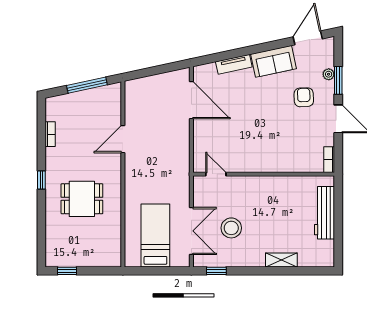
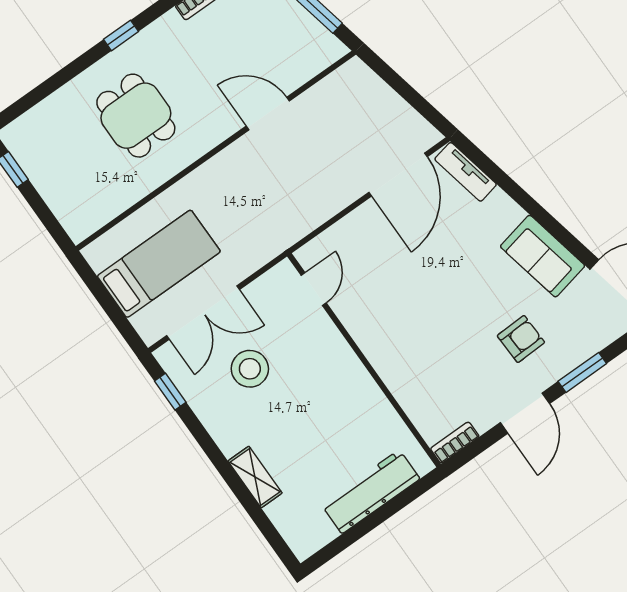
tv unit: (234, 64) -> (466, 172), moved
plant: (329, 74) -> (581, 352), removed

